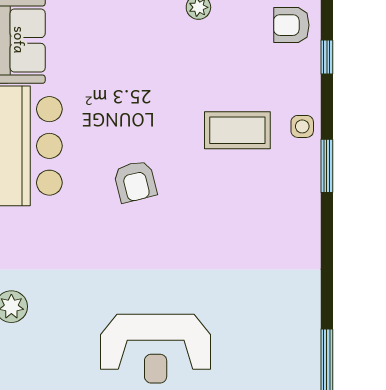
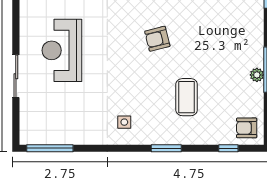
armchair: (291, 25) -> (247, 128), turned -90
side table: (302, 126) -> (124, 122), moved

